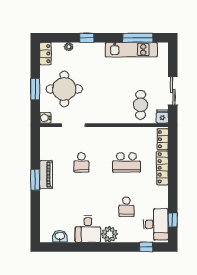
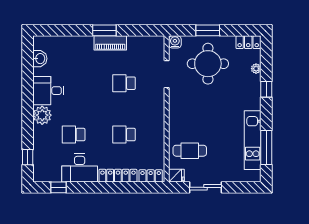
school desk: (126, 162) -> (124, 135), width x0.54
desk: (156, 224) -> (80, 168), moved

